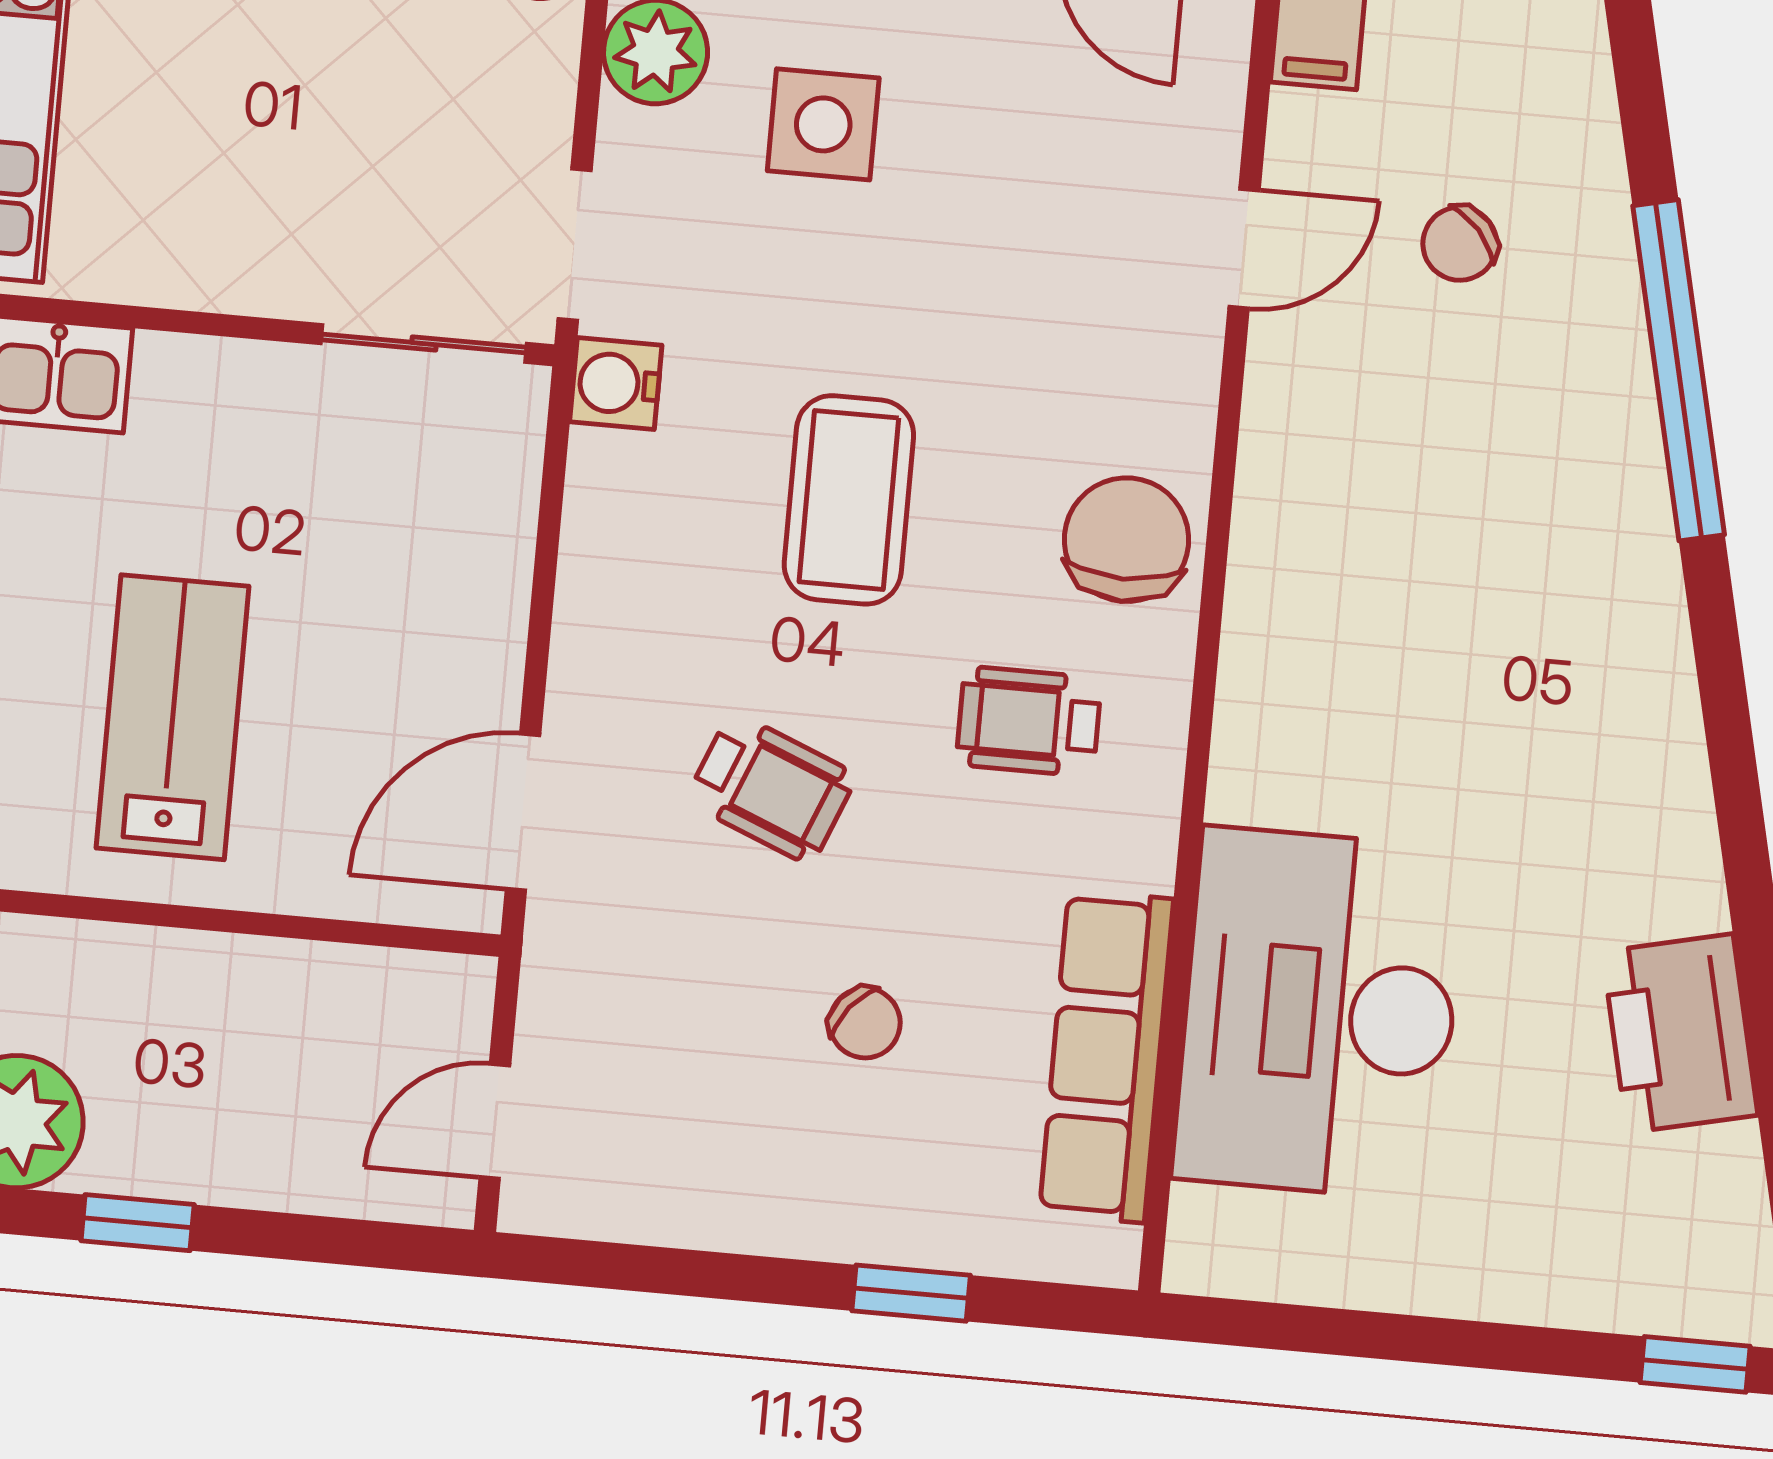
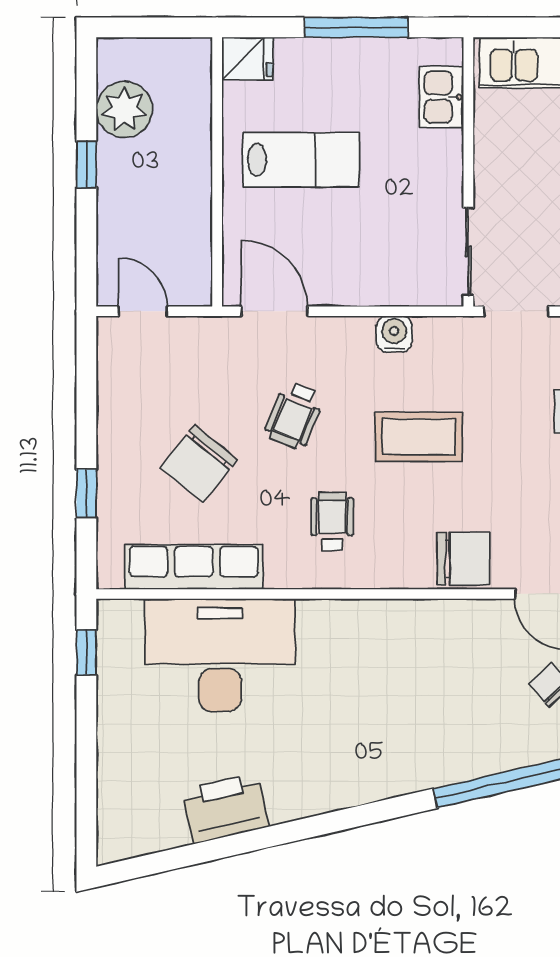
water cooler: (616, 384) -> (394, 334), moved
chair: (1127, 540) -> (463, 559), moved
chair: (865, 1023) -> (199, 464), width x1.87, depth x1.87
window: (1695, 1364) -> (86, 652), moved

